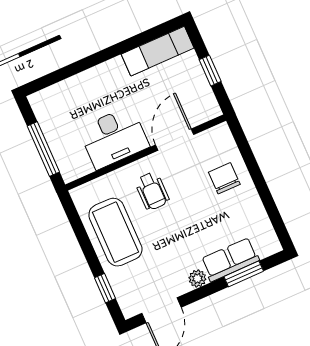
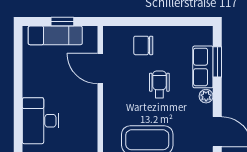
exam couch: (158, 51) -> (55, 35), moved, turned 90
desk: (114, 138) -> (41, 121), moved, turned 180
wheelchair: (152, 191) -> (159, 84), moved, turned -90

